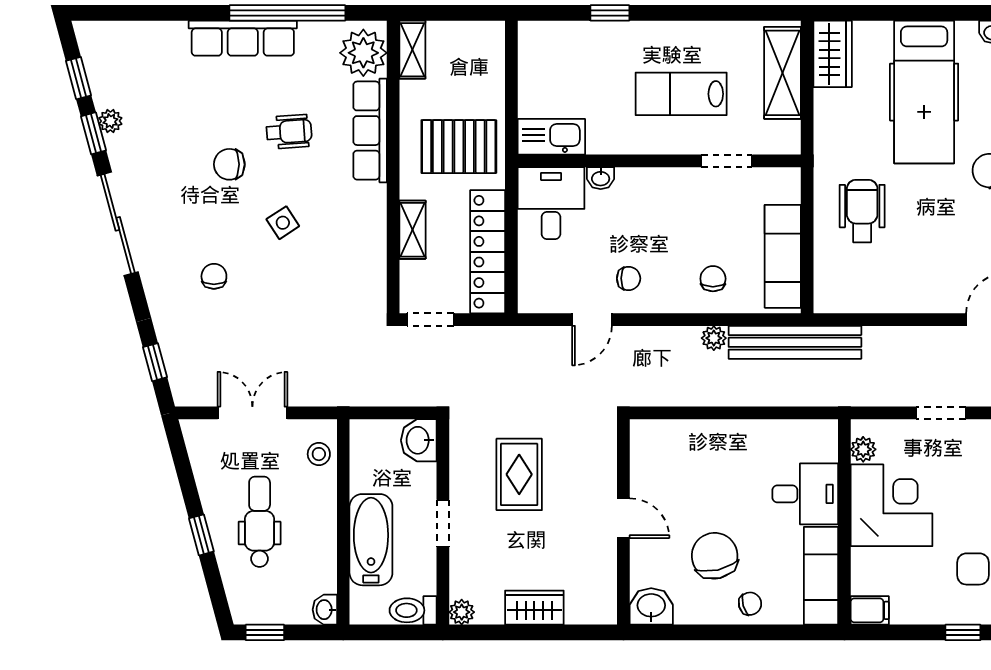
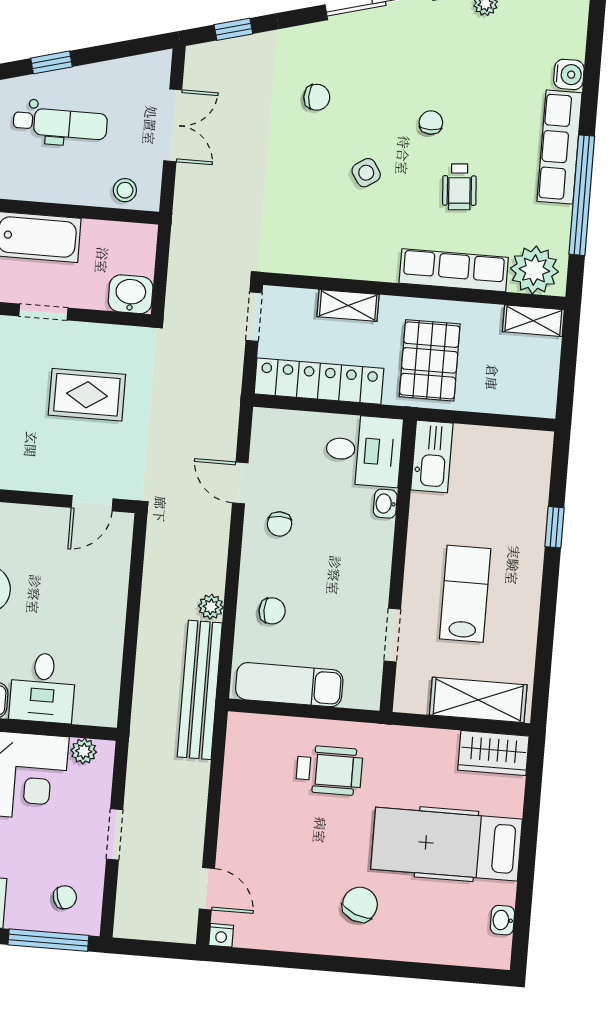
water cooler: (172, 35) -> (569, 74), added
chair: (229, 164) -> (431, 122), width x0.73, depth x0.73
door: (623, 518) -> (92, 503), moved

